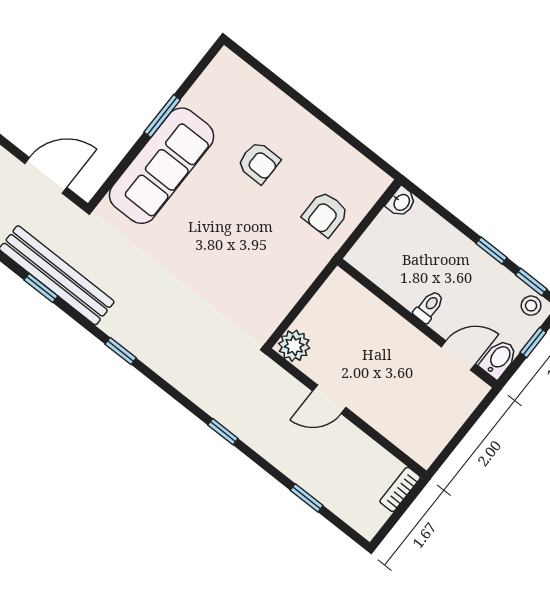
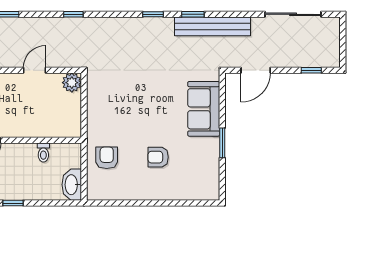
sofa: (162, 166) -> (204, 109), width x0.73
washbasin: (401, 202) -> (72, 185), width x1.91, depth x1.45
window: (41, 288) -> (193, 14), moved
toilet: (429, 307) -> (43, 152), moved

